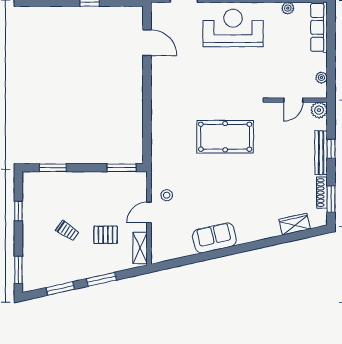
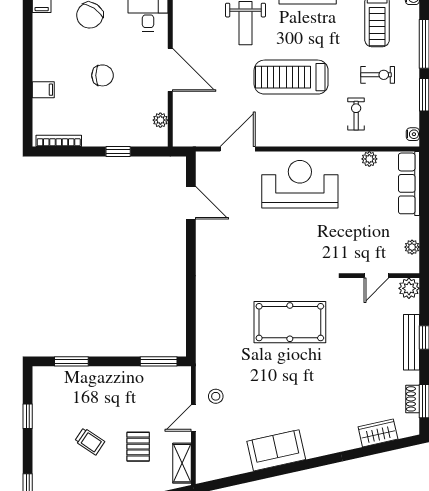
shoe rack: (322, 193) -> (413, 399), width x0.70
pallet: (105, 235) -> (138, 447), turned 90

